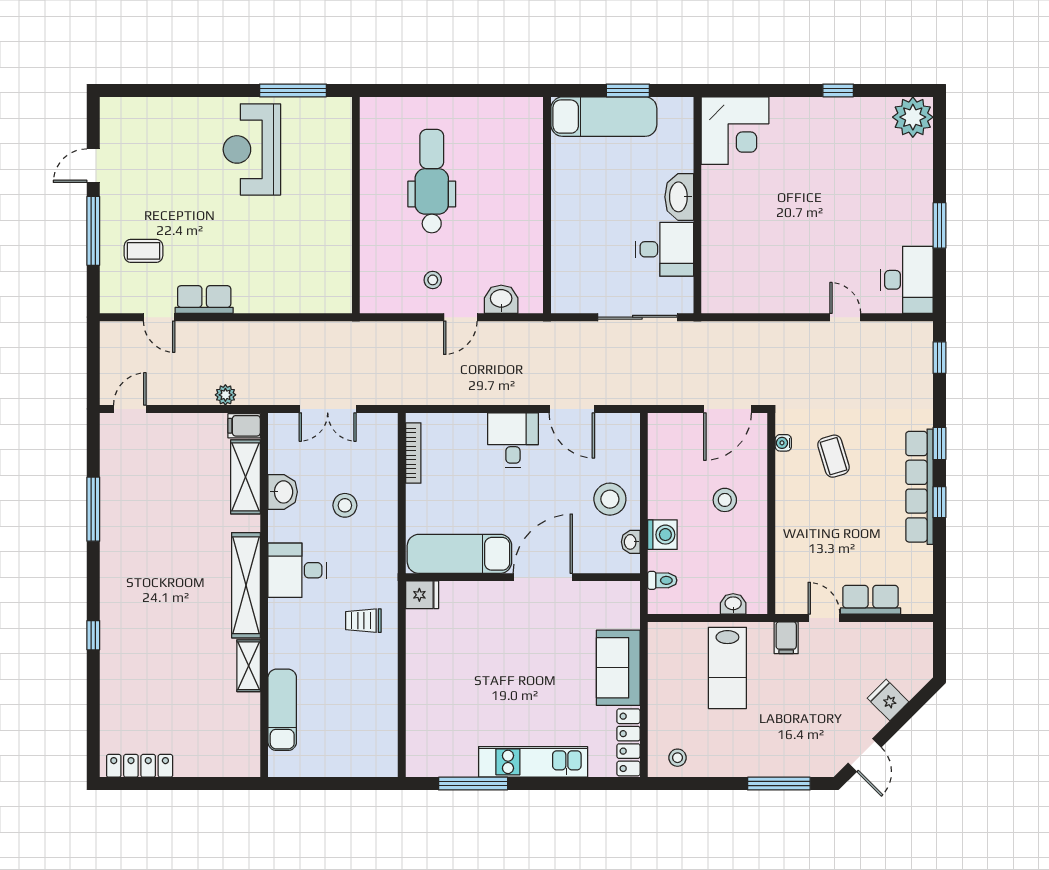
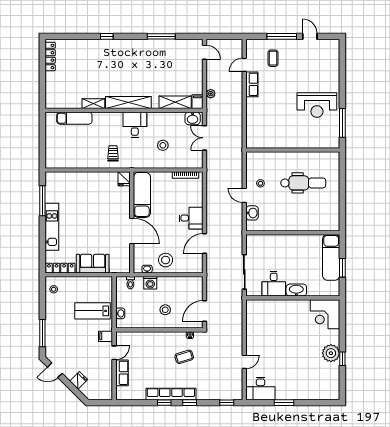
plant: (913, 117) -> (331, 353), moved
reception desk: (252, 149) -> (317, 105), turned 180
door: (728, 409) -> (205, 311), hinge flipped
washbasin: (283, 492) -> (193, 118), moved

